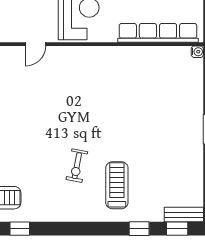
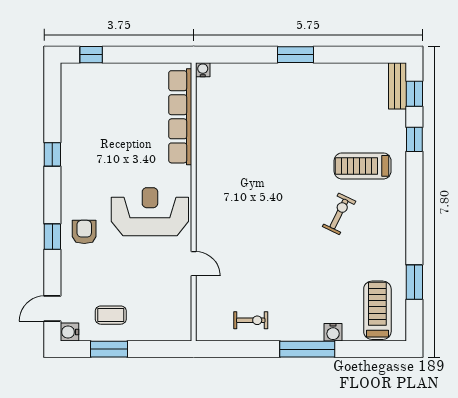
exercise bike: (77, 166) -> (339, 214), turned -75
window: (20, 229) -> (414, 282), width x1.50

